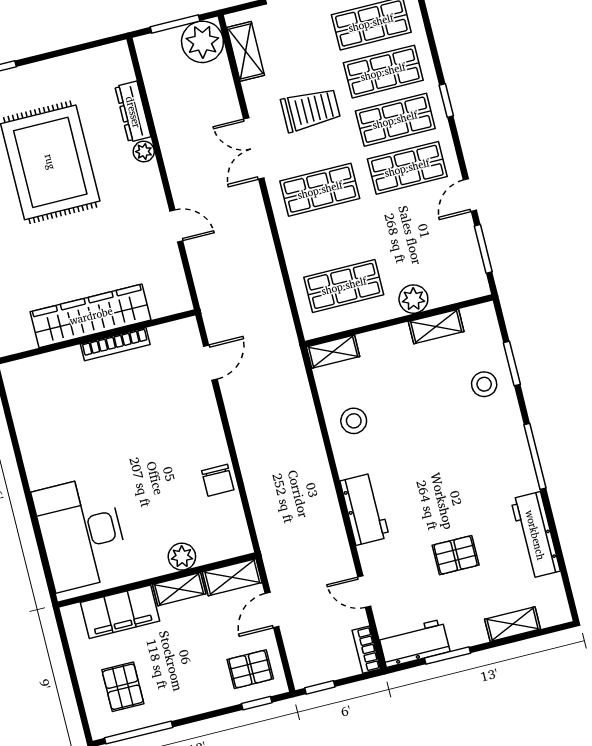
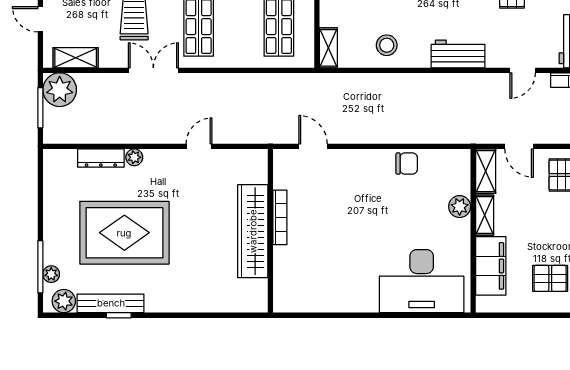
double door: (254, 148) -> (153, 70), swing flipped

